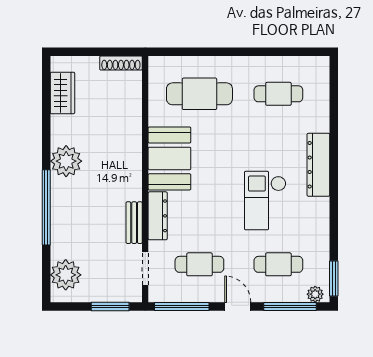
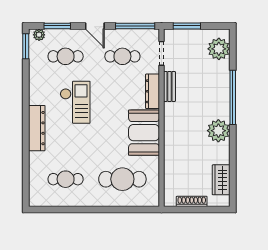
shoe rack: (121, 63) -> (192, 201), moved
window: (290, 306) -> (57, 26), width x0.69

